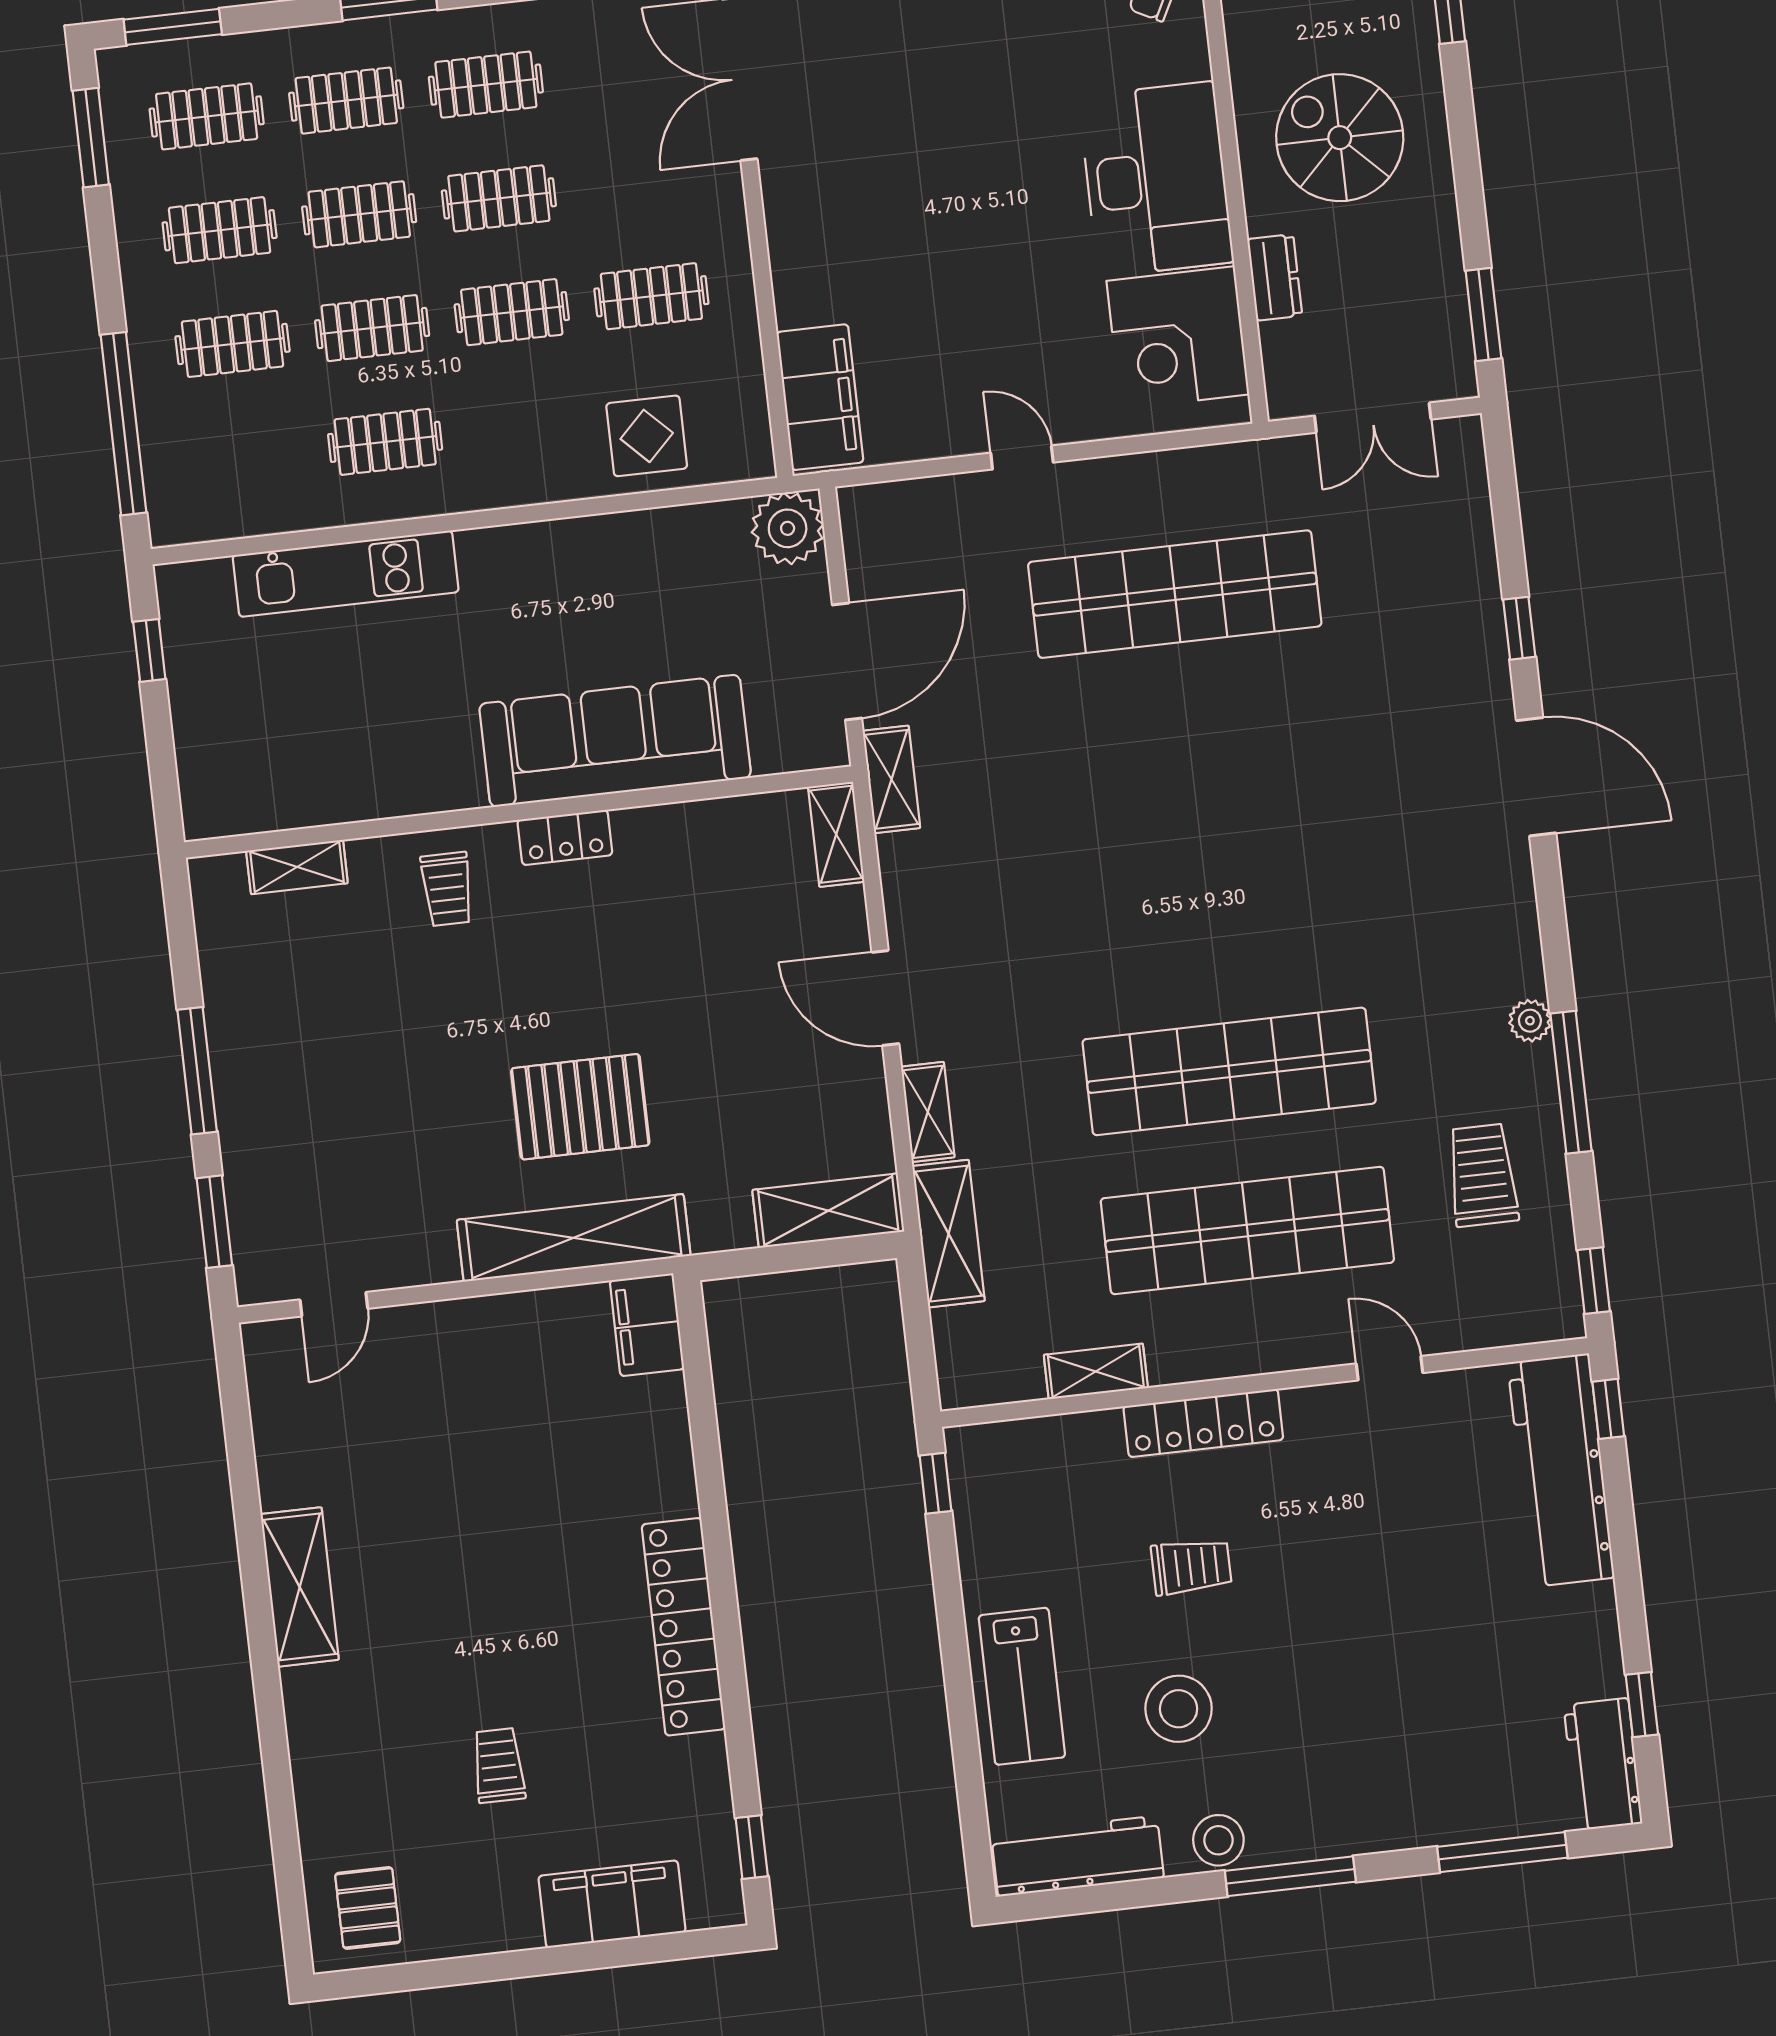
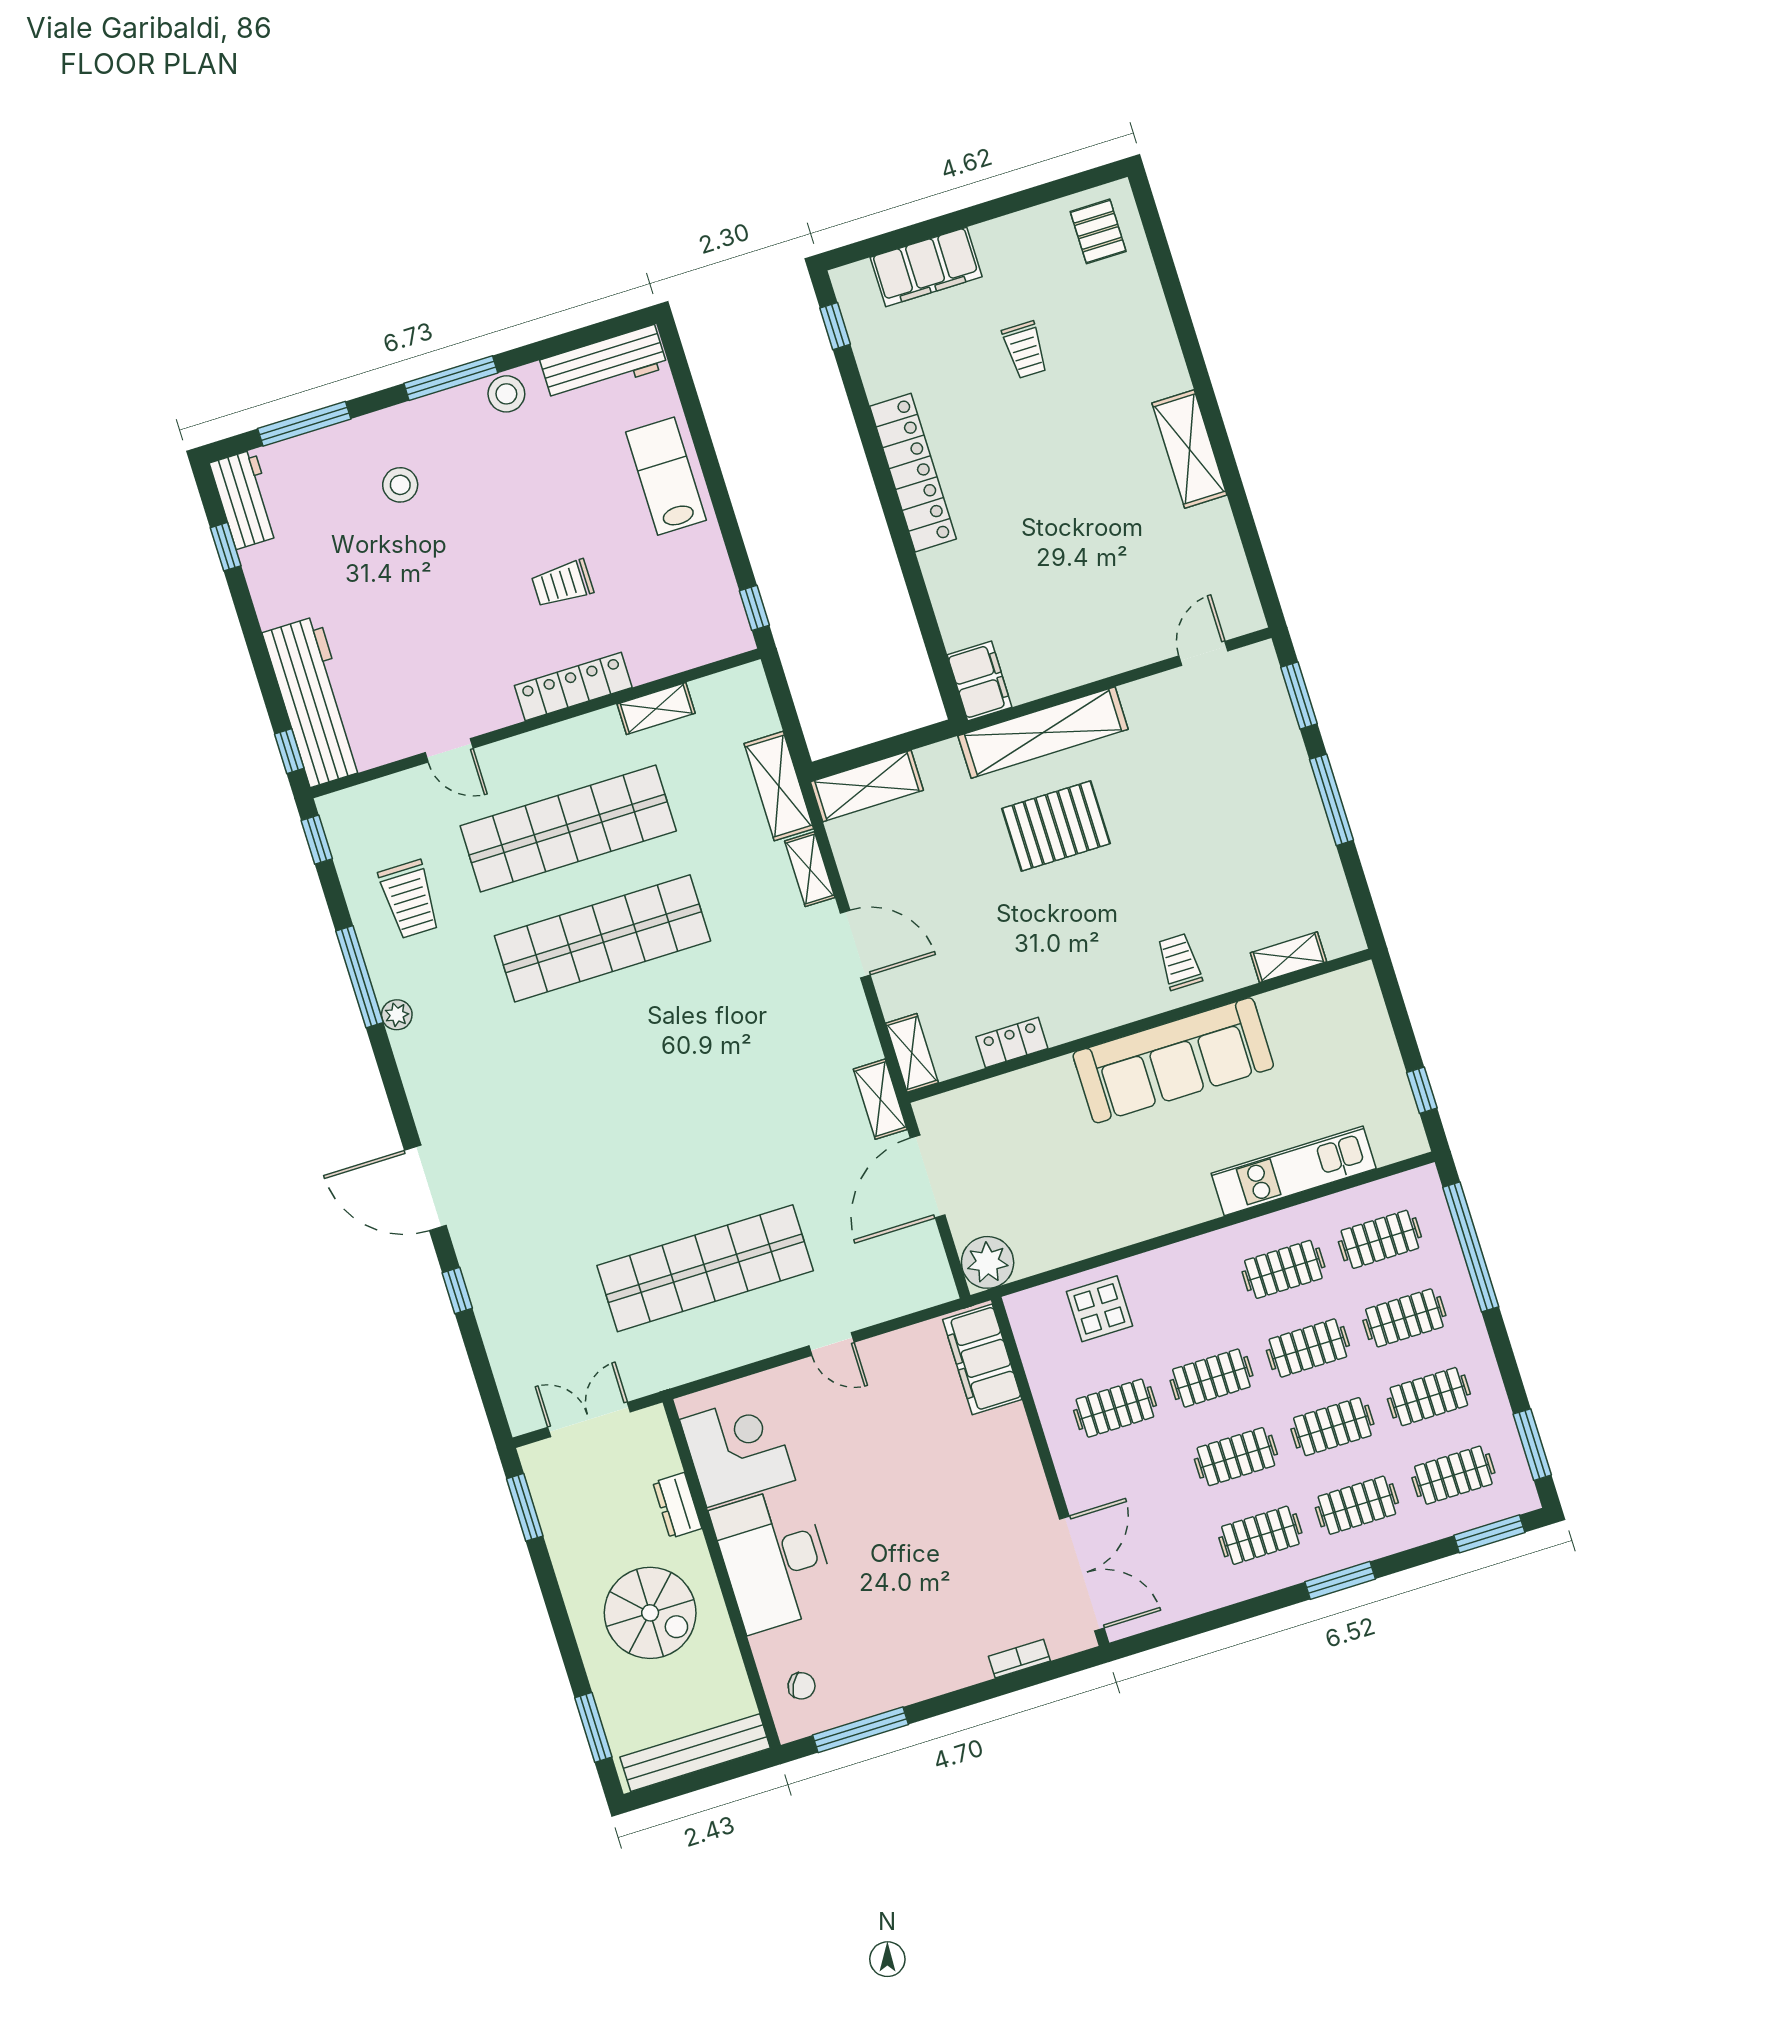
clothes rail: (245, 458) -> (1380, 1239), added
sofa: (615, 741) -> (1173, 1060), moved
locker: (565, 837) -> (1012, 1043), moved
stool: (1179, 1709) -> (400, 485), moved, width x0.73, depth x0.73

